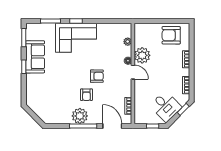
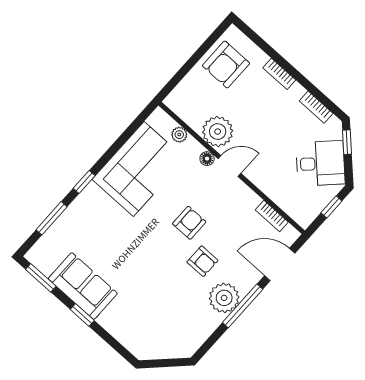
corner sofa: (76, 38) -> (139, 169), moved

